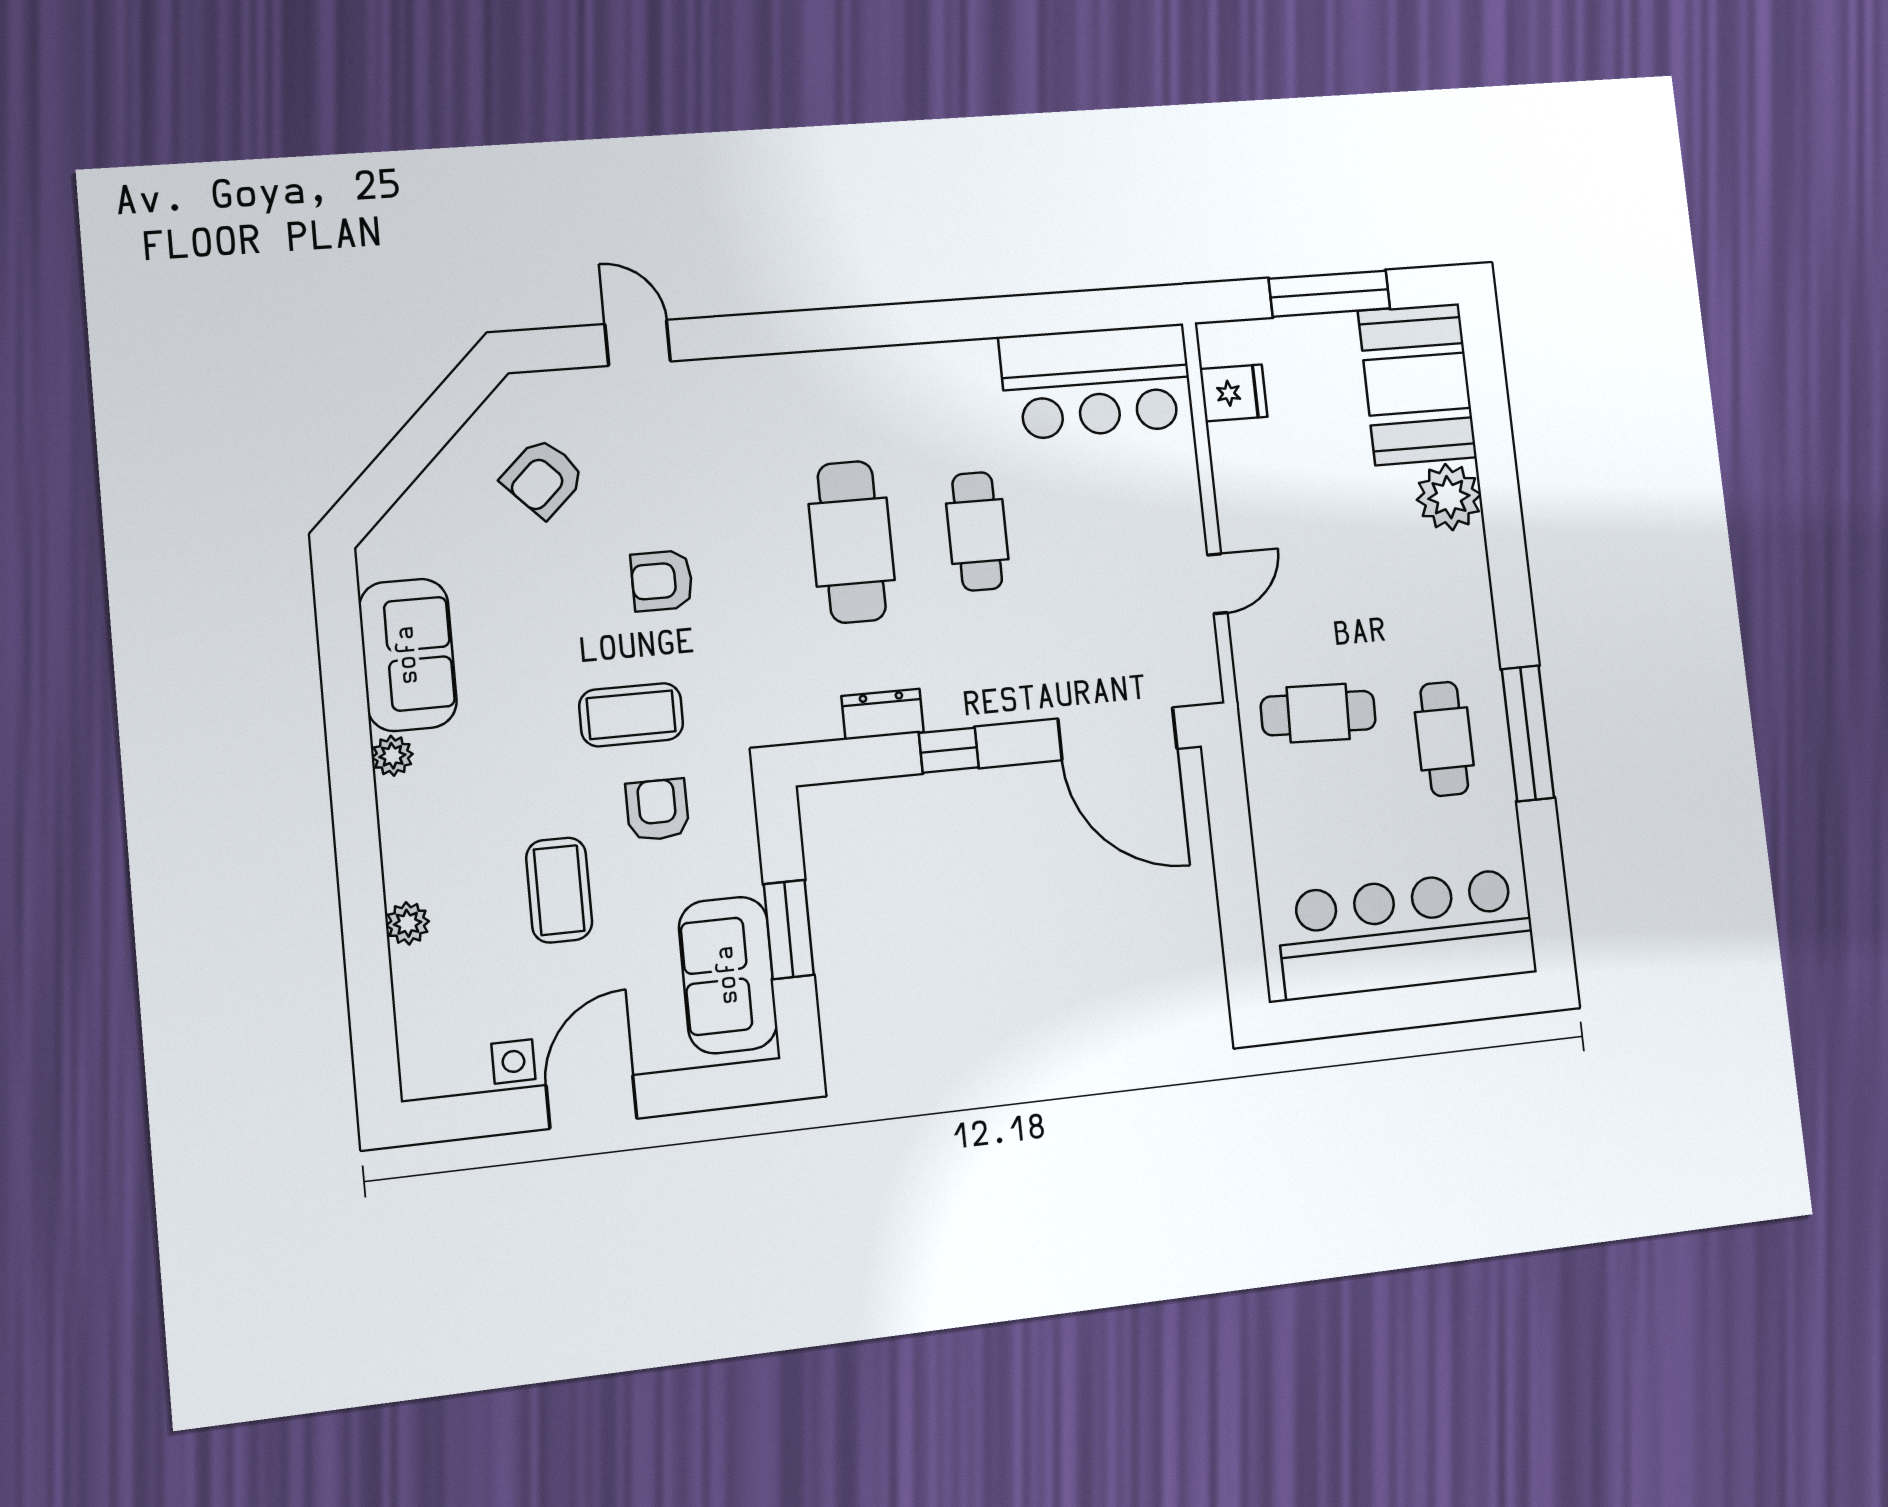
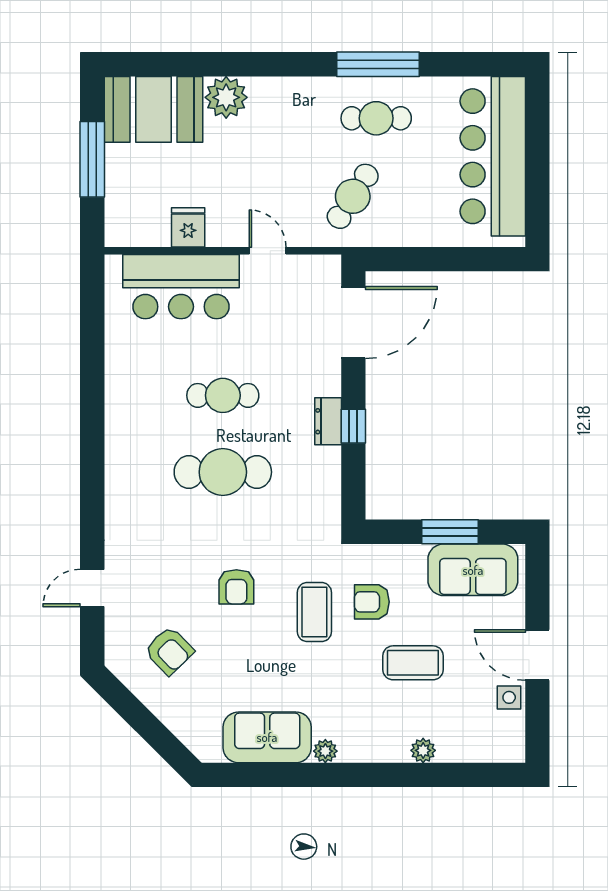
bar counter: (1097, 382) -> (181, 287), moved, turned 90
fridge: (1234, 393) -> (188, 227), moved
cafe table: (1318, 713) -> (353, 196), turned 31
dresser: (883, 714) -> (328, 421), moved

